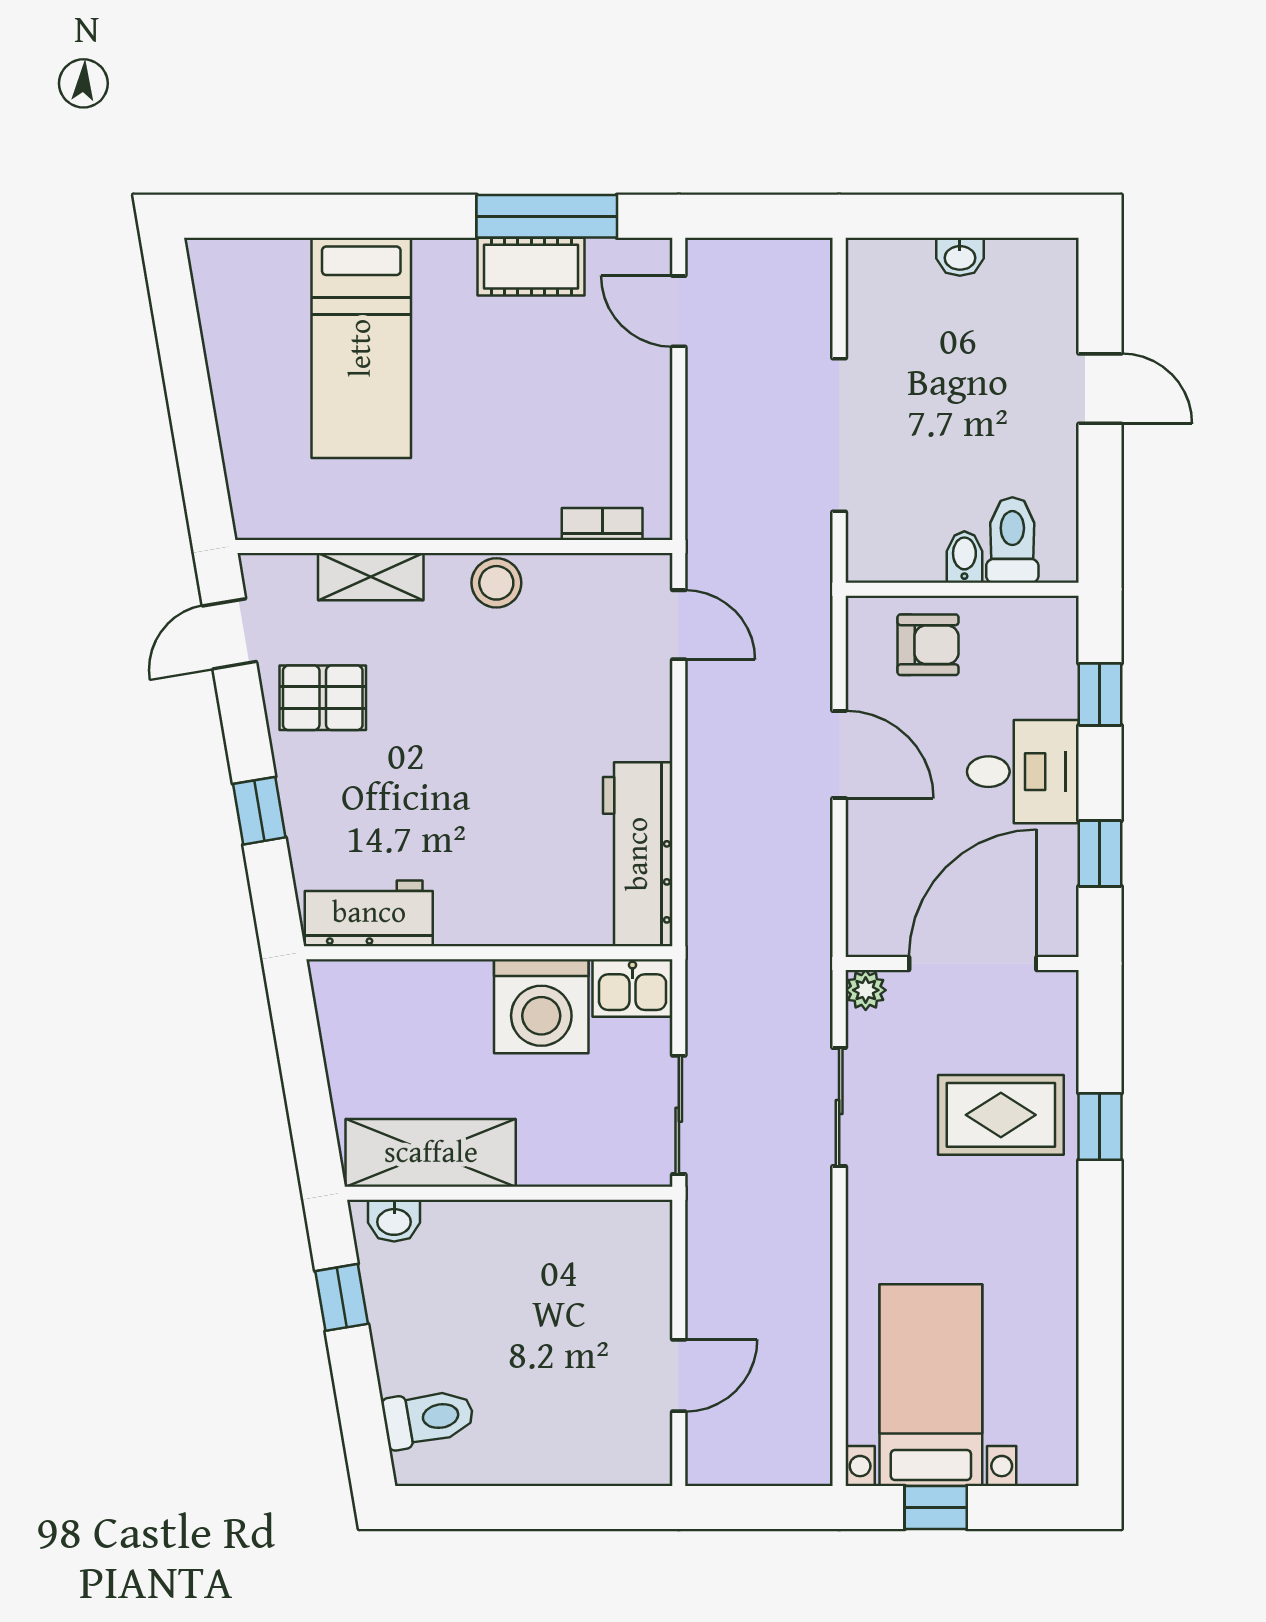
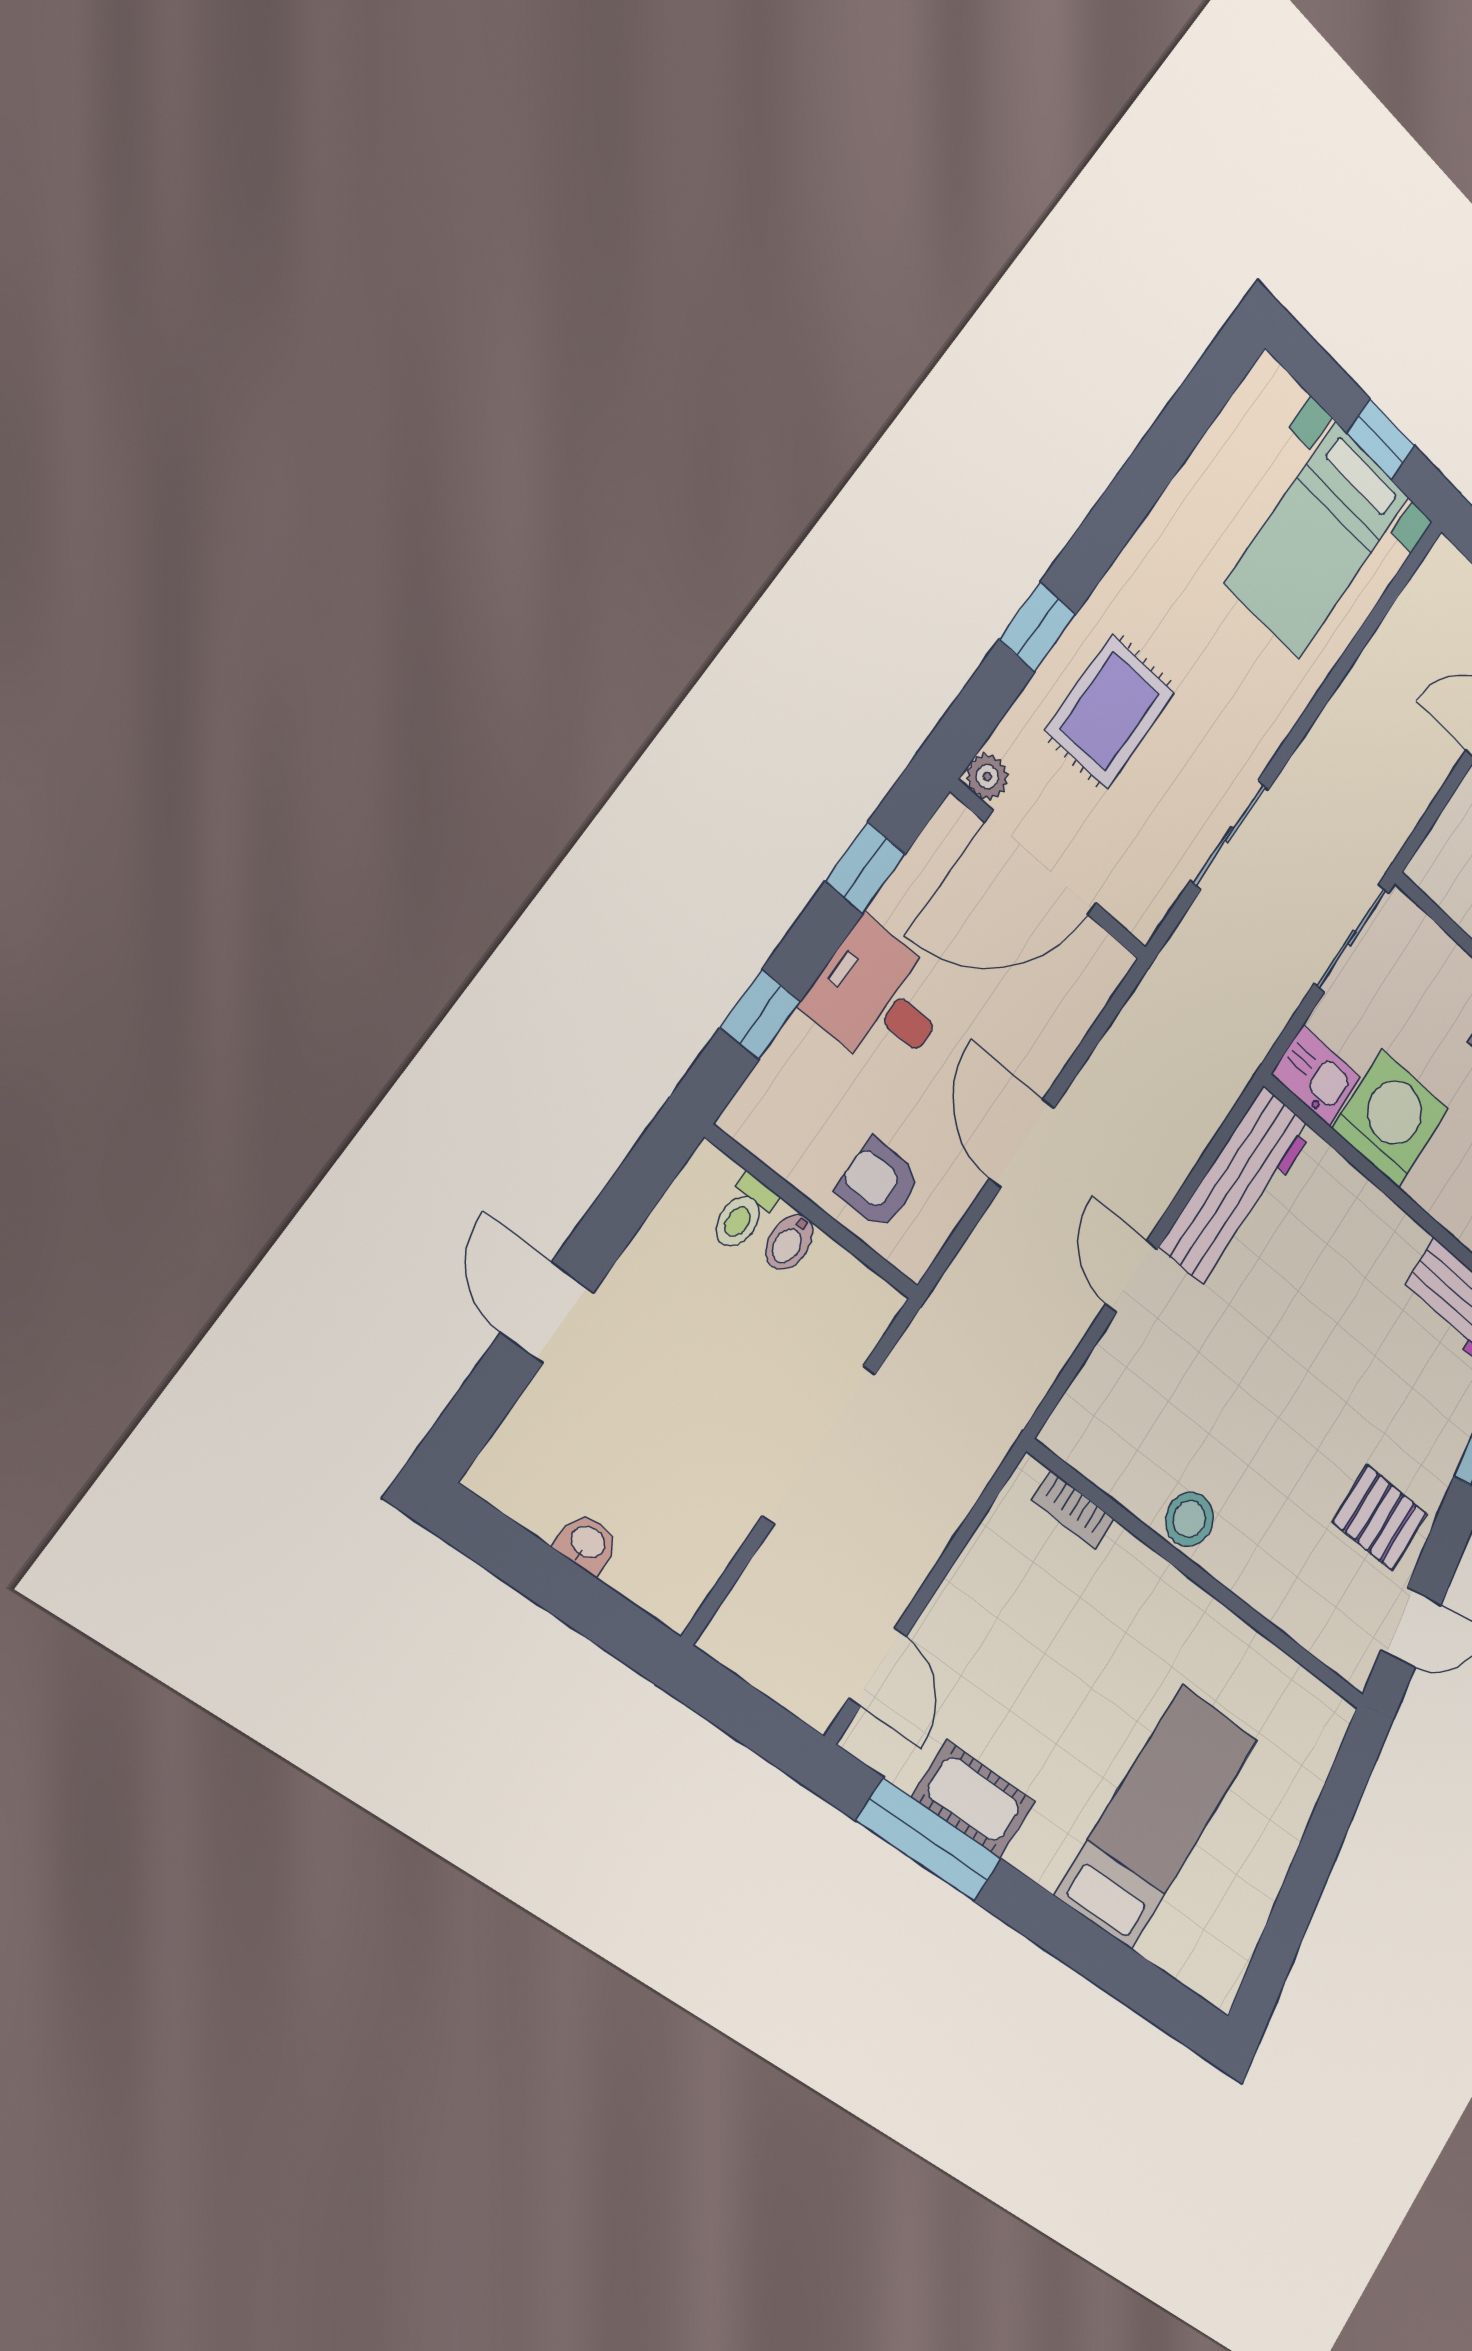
toilet: (1012, 540) -> (743, 1213), width x0.73, depth x0.72
shelving: (371, 577) -> (1280, 1598), removed
door: (679, 625) -> (1132, 1276), moved
plant: (866, 990) -> (987, 777), moved
rug: (1001, 1115) -> (1110, 711), turned 90

